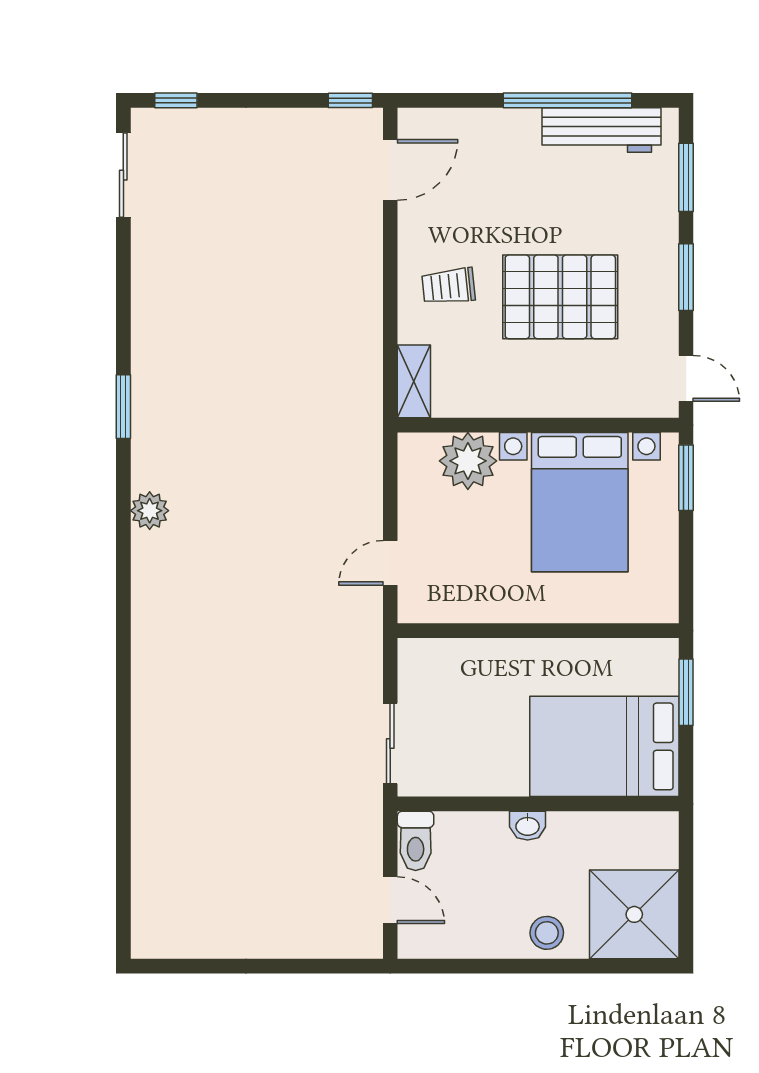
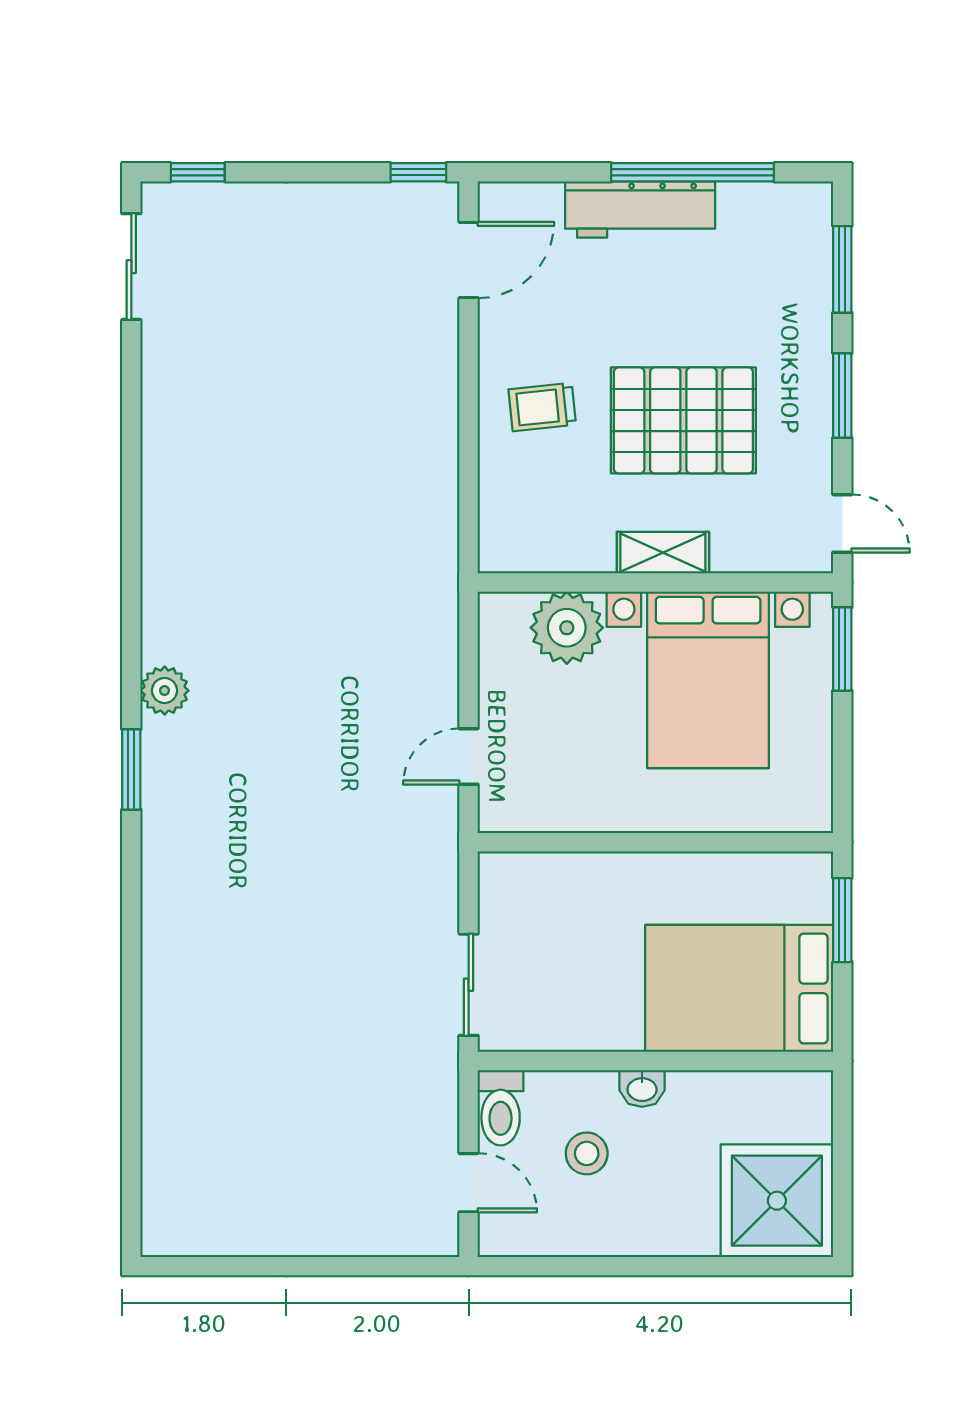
workbench: (602, 130) -> (640, 210), moved
shelving: (414, 381) -> (663, 553), moved, turned 90
window: (123, 407) -> (131, 769), moved
stool: (547, 933) -> (587, 1153), moved

